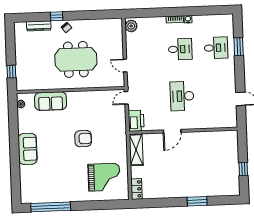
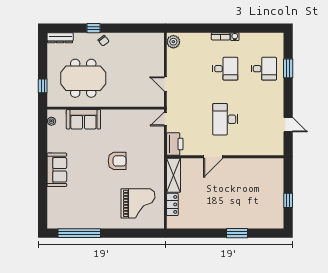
dresser: (39, 26) -> (60, 38), moved
meeting table: (76, 59) -> (83, 78), moved
locker: (137, 189) -> (172, 204), moved

